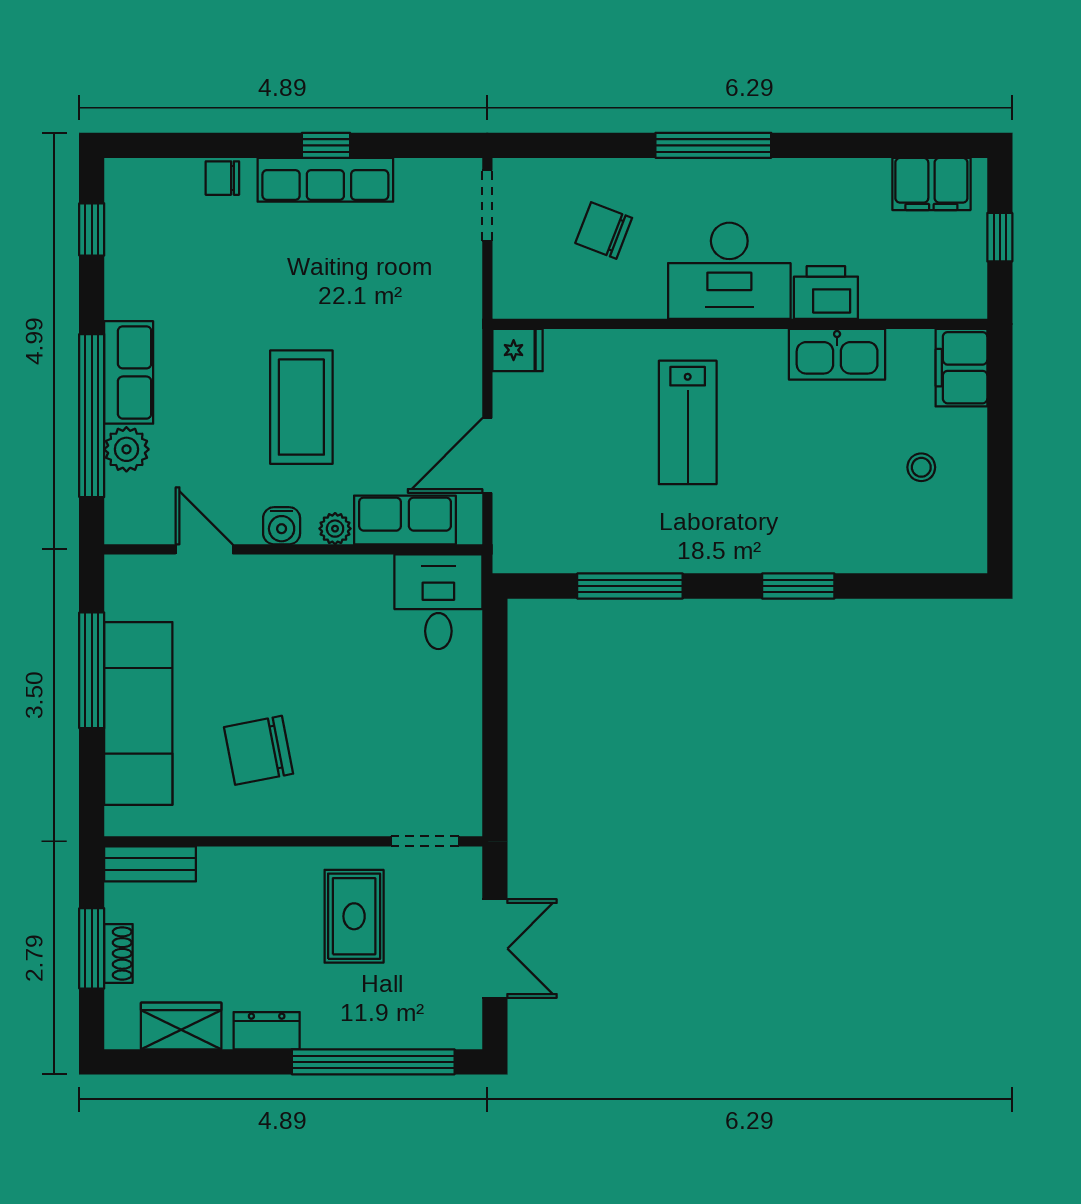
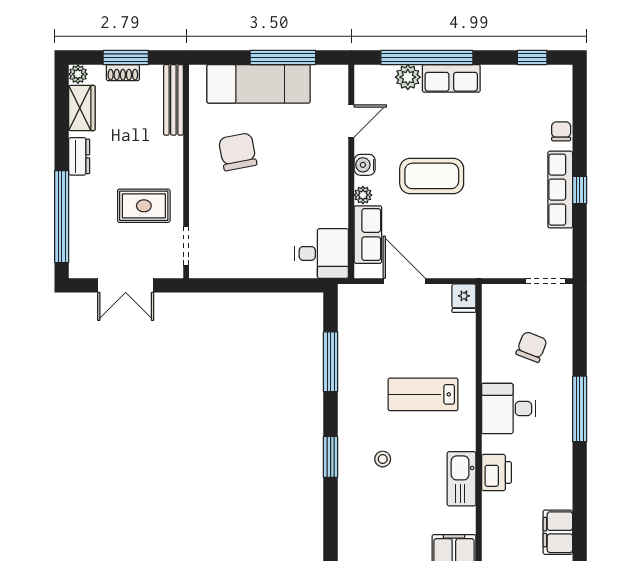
desk: (729, 271) -> (509, 409), width x0.73
stool: (921, 467) -> (383, 459), moved
bench: (150, 864) -> (173, 100), width x1.36
plant: (121, 1033) -> (78, 74), added

